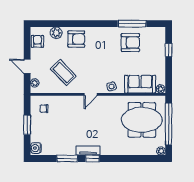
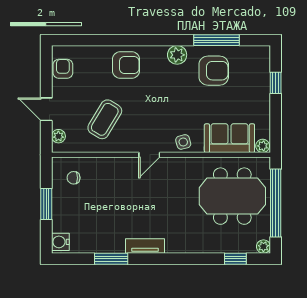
plant: (56, 33) -> (177, 55), moved
coffee table: (63, 73) -> (105, 119), turned 75
window: (92, 158) -> (235, 259), moved

